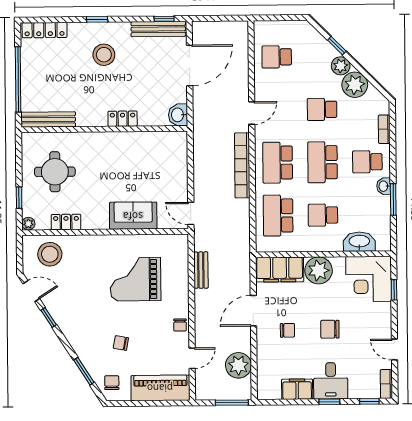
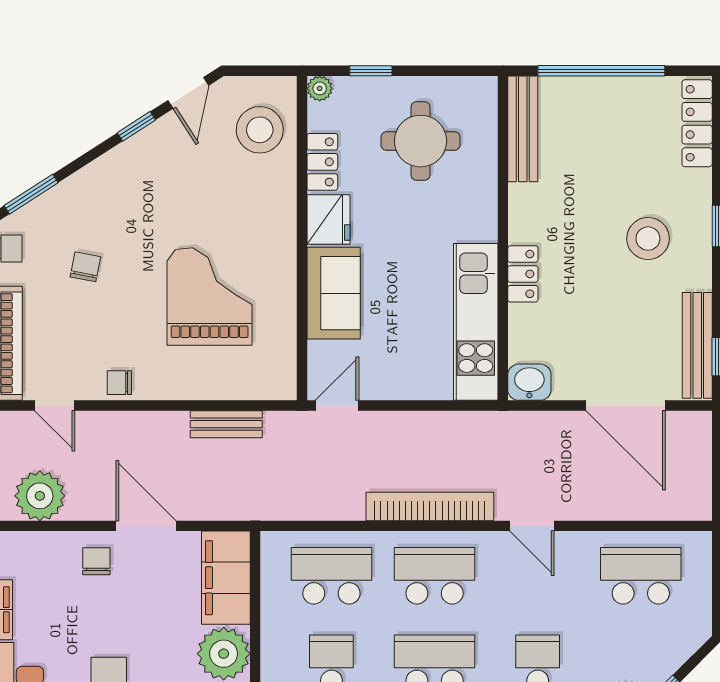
school desk: (277, 57) -> (641, 576), width x1.85
kitchen unit: (147, 143) -> (476, 322), added
fridge: (96, 219) -> (328, 220), added
chair: (287, 330) -> (96, 561), moved, turned 180

